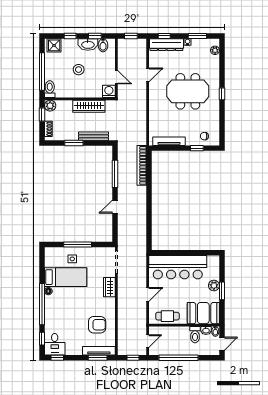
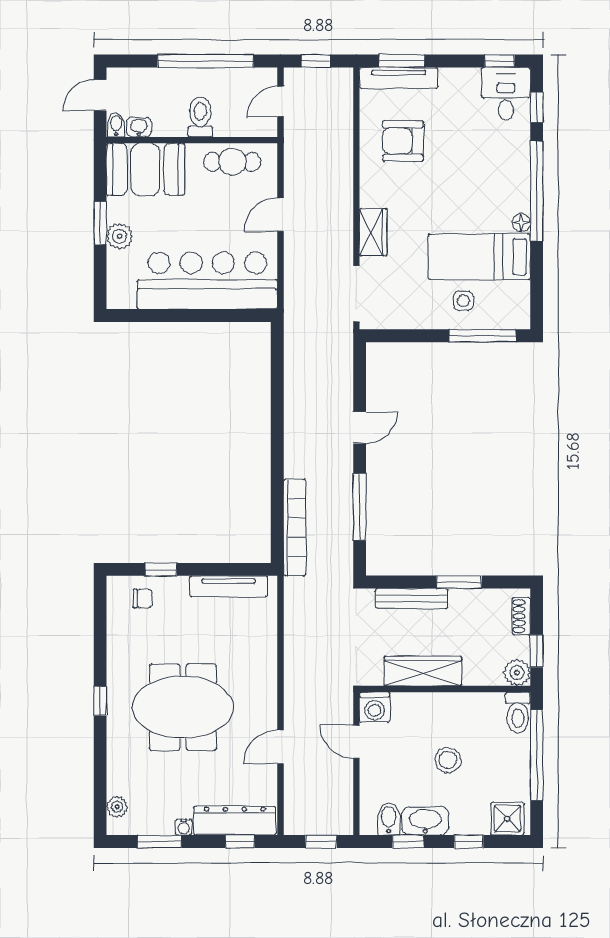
window: (78, 244) -> (483, 336), moved
toilet: (195, 335) -> (200, 117), moved

